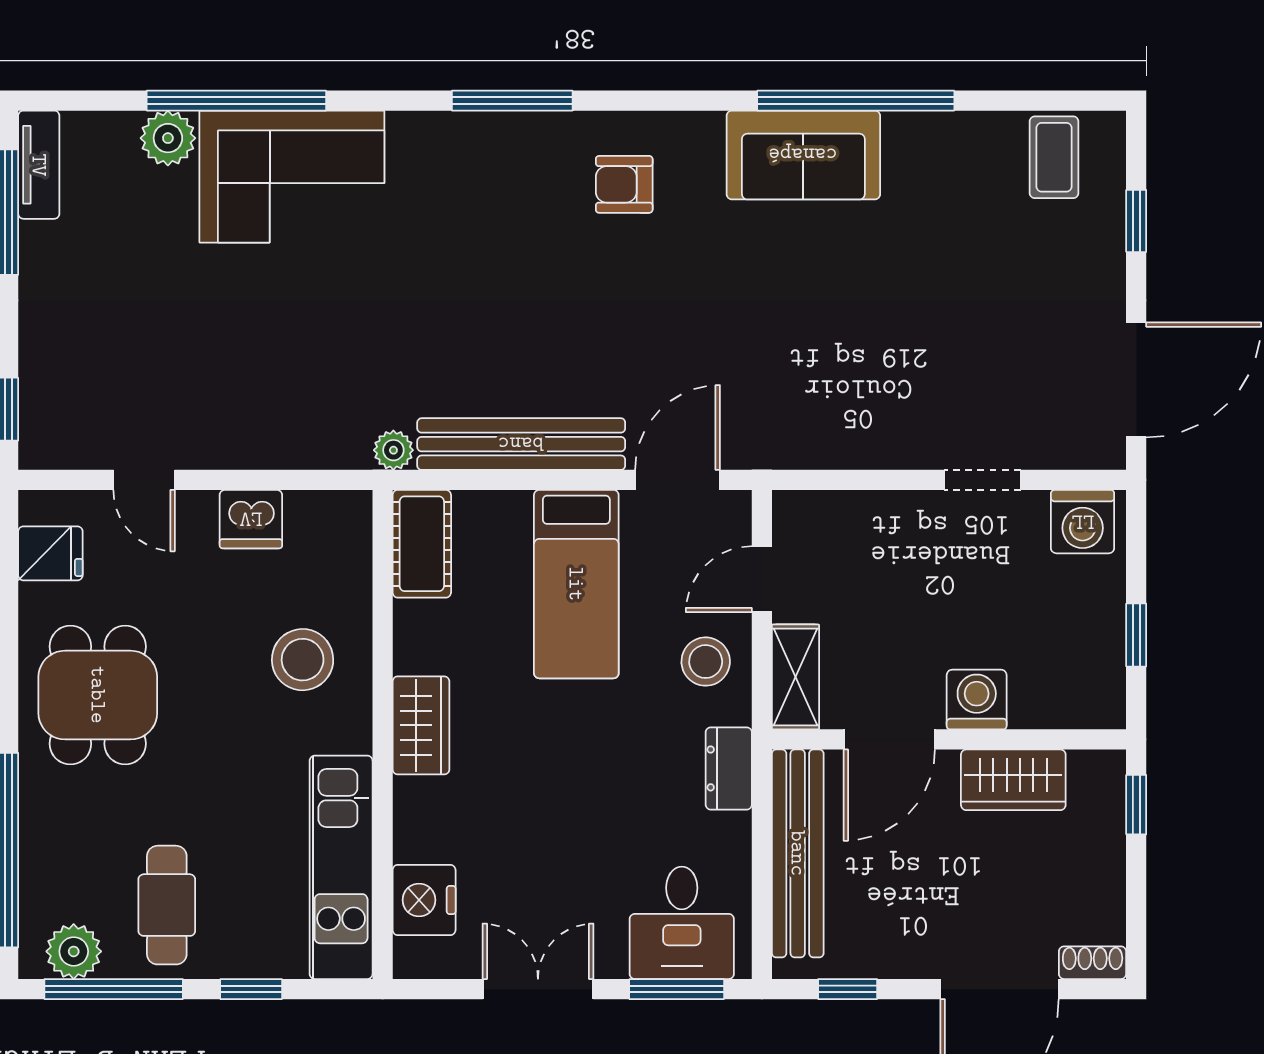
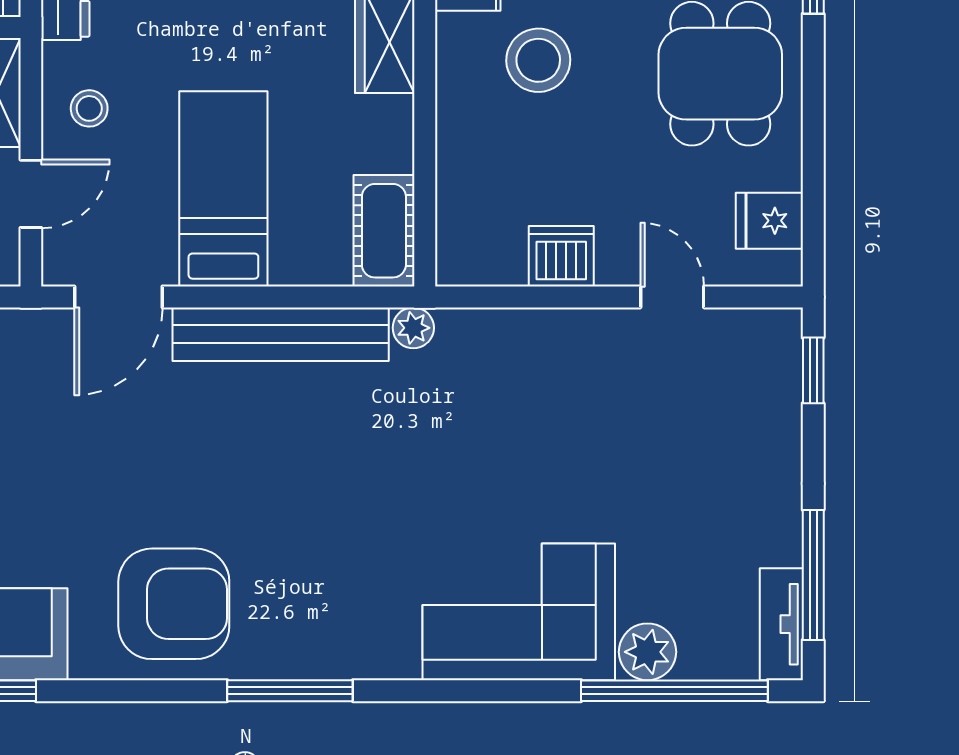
window: (236, 101) -> (674, 691), moved
armchair: (624, 184) -> (174, 604), width x1.88, depth x1.88
stool: (303, 660) -> (538, 60), moved
stool: (706, 662) -> (89, 108), width x0.73, depth x0.73

